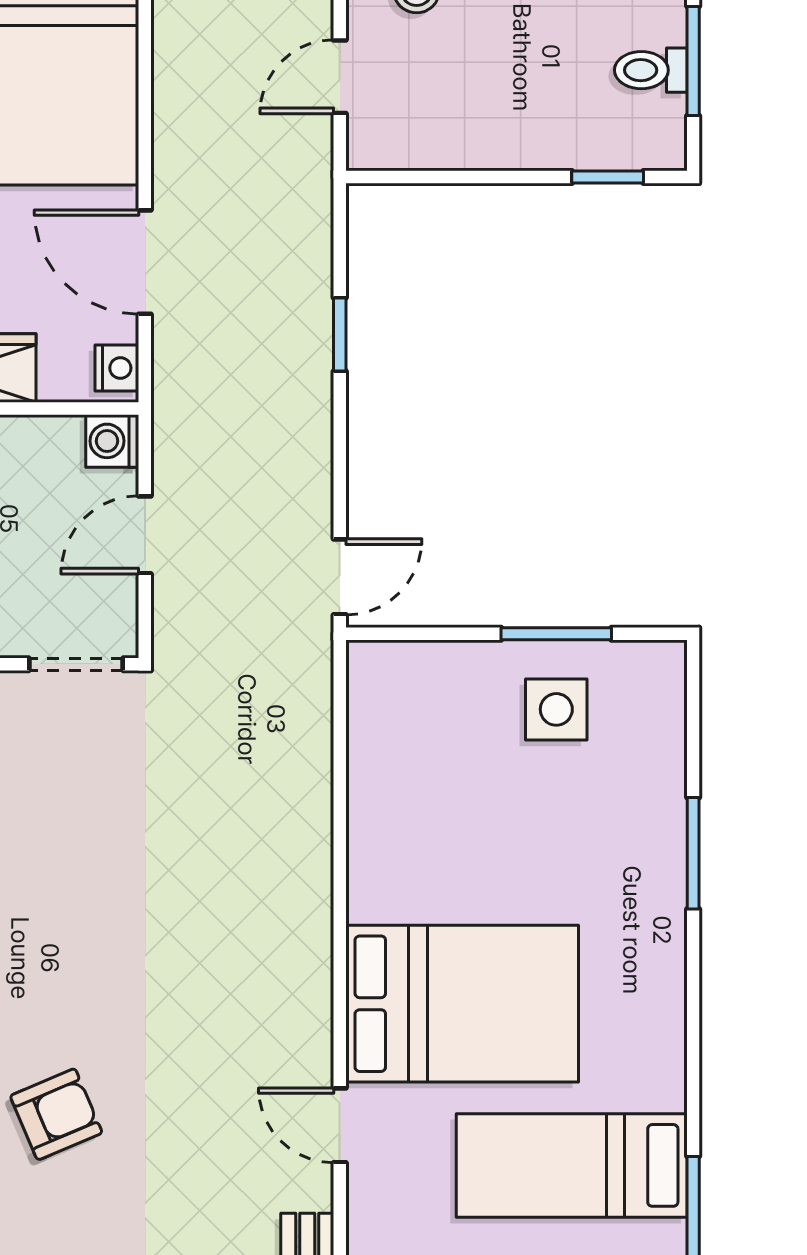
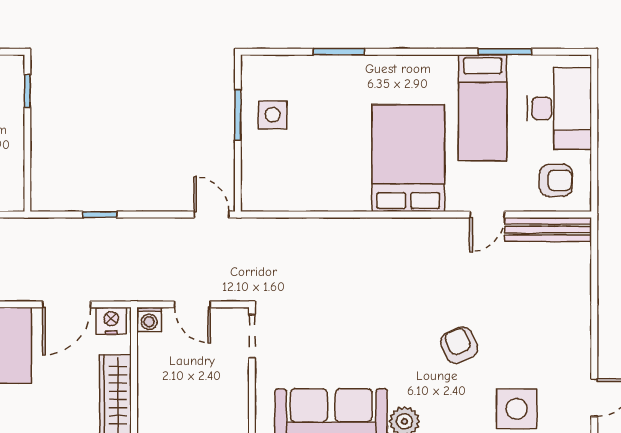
nightstand: (117, 368) -> (111, 321), width x1.39, depth x1.35
door: (340, 1125) -> (487, 215), moved

